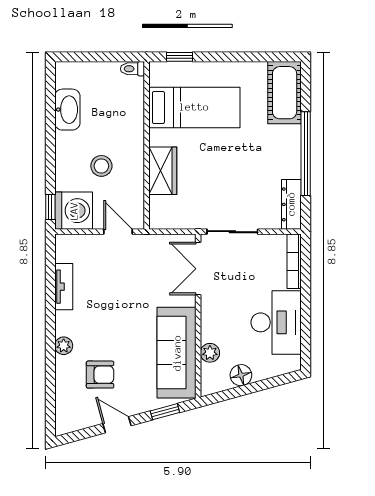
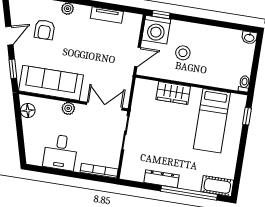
cot: (285, 93) -> (217, 186), width x0.73, depth x0.75
washbasin: (67, 110) -> (249, 38), moved, width x0.52, depth x0.69
window: (306, 154) -> (189, 193), moved
dresser: (291, 204) -> (162, 179), moved
desk: (276, 322) -> (60, 152), width x0.73
plant: (210, 353) -> (68, 108), moved
floor lamp: (241, 375) -> (28, 111), moved

